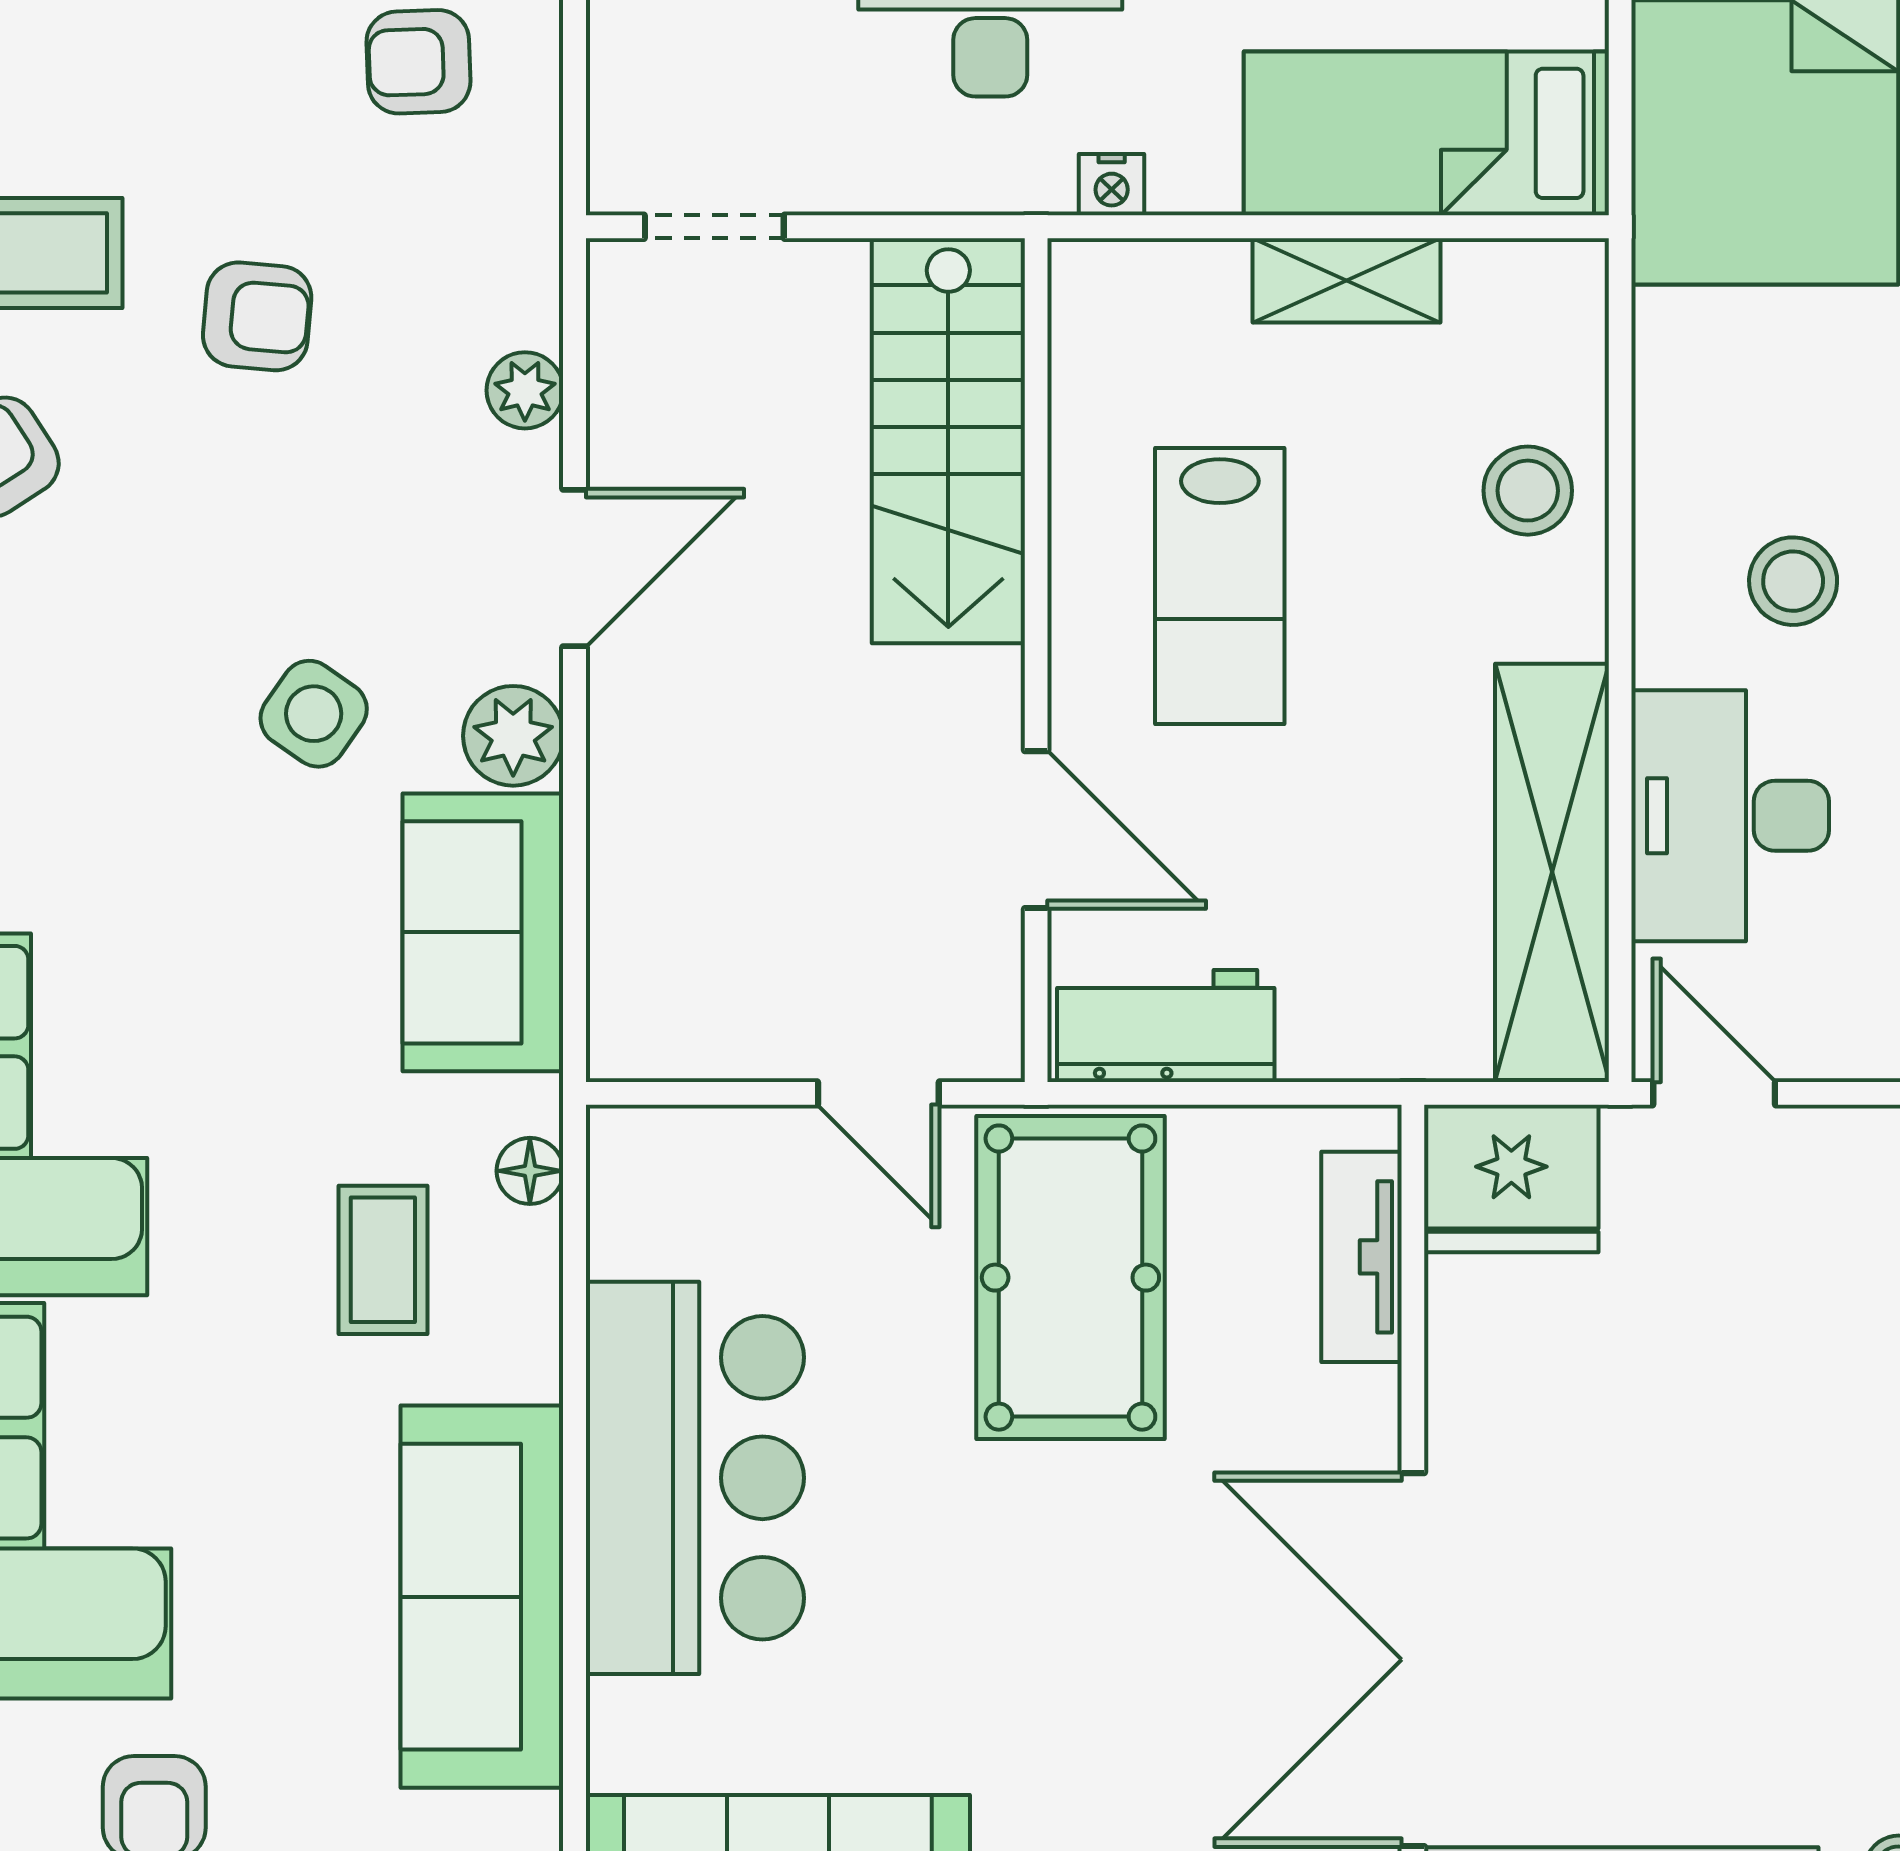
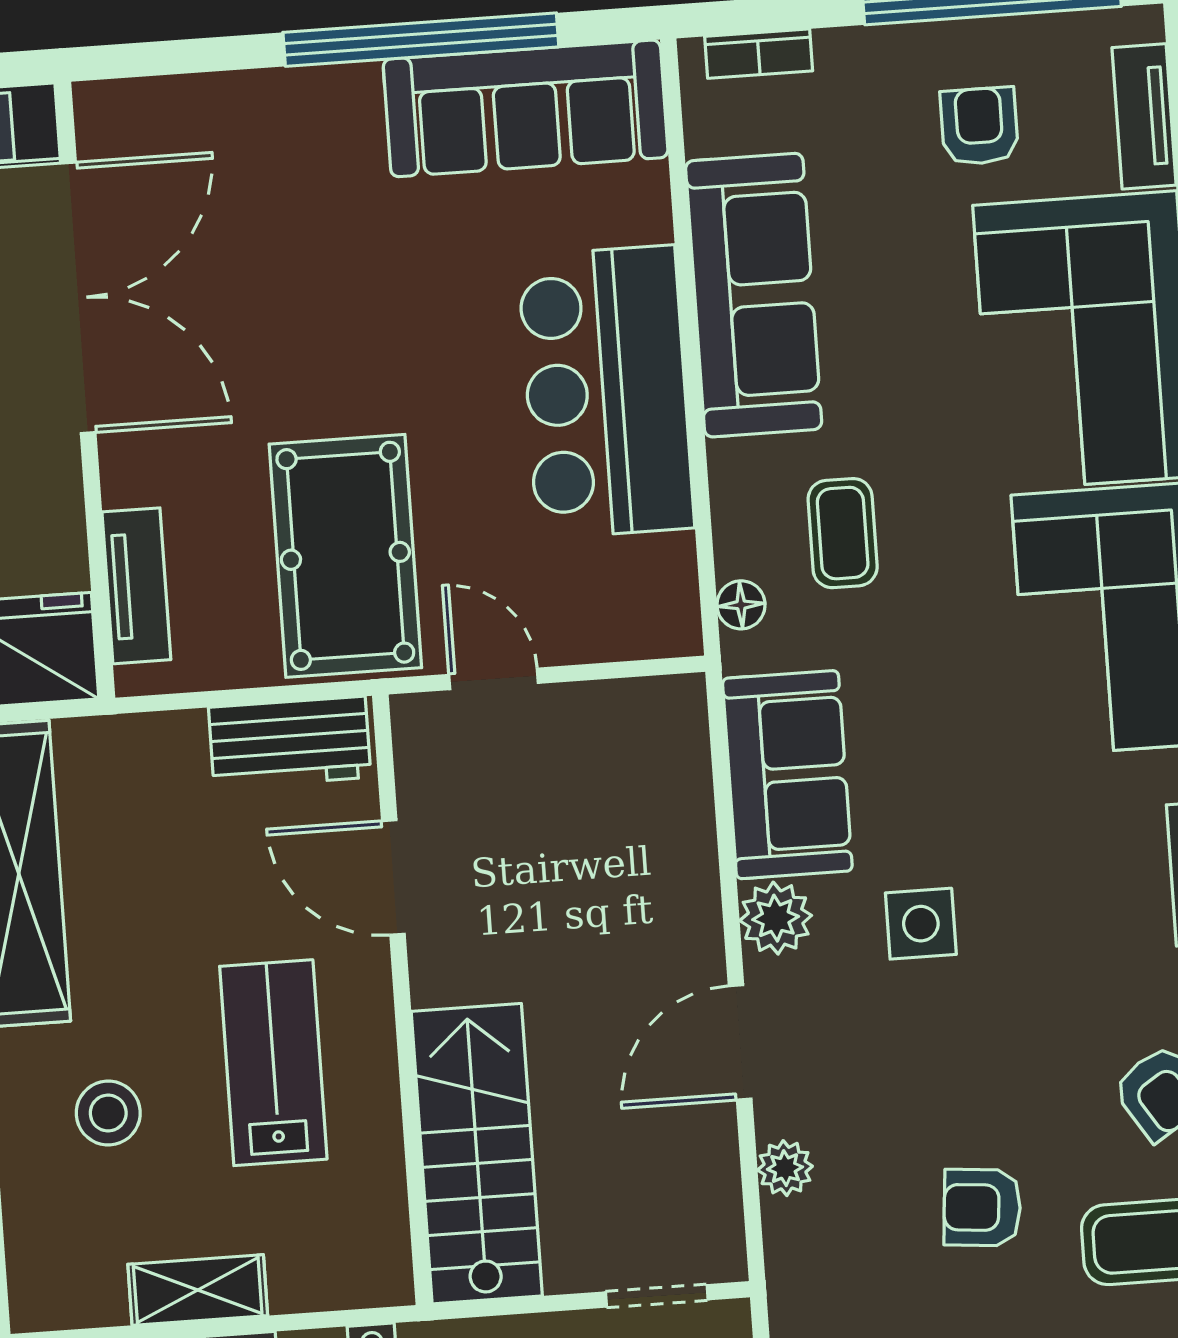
stool: (1528, 491) -> (108, 1113), moved
side table: (314, 714) -> (921, 924), turned -35

